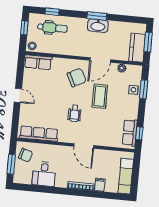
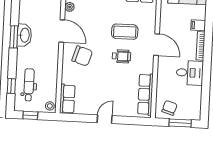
chair: (77, 78) -> (82, 56), turned 134
coffee table: (100, 96) -> (125, 32), moved
door: (84, 146) -> (157, 45), hinge flipped
desk: (44, 174) -> (190, 73), moved

